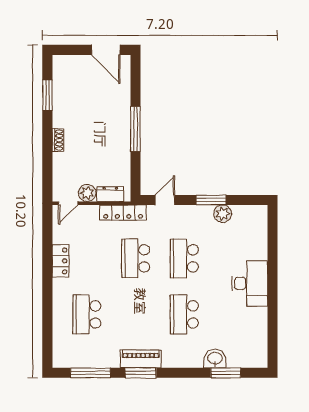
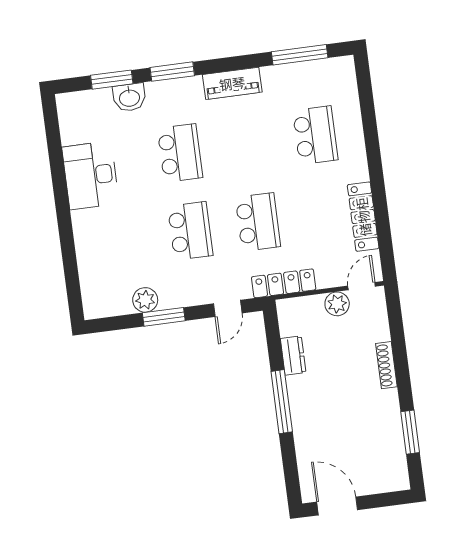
shoe rack: (58, 140) -> (386, 365), width x1.43
dresser: (110, 194) -> (293, 356), moved, turned -90
locker: (61, 261) -> (363, 217), width x1.53
desk: (250, 283) -> (91, 175), moved
window: (141, 373) -> (172, 72), moved

